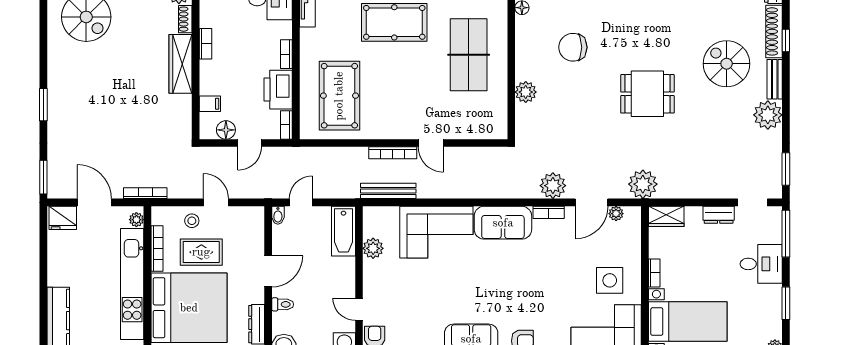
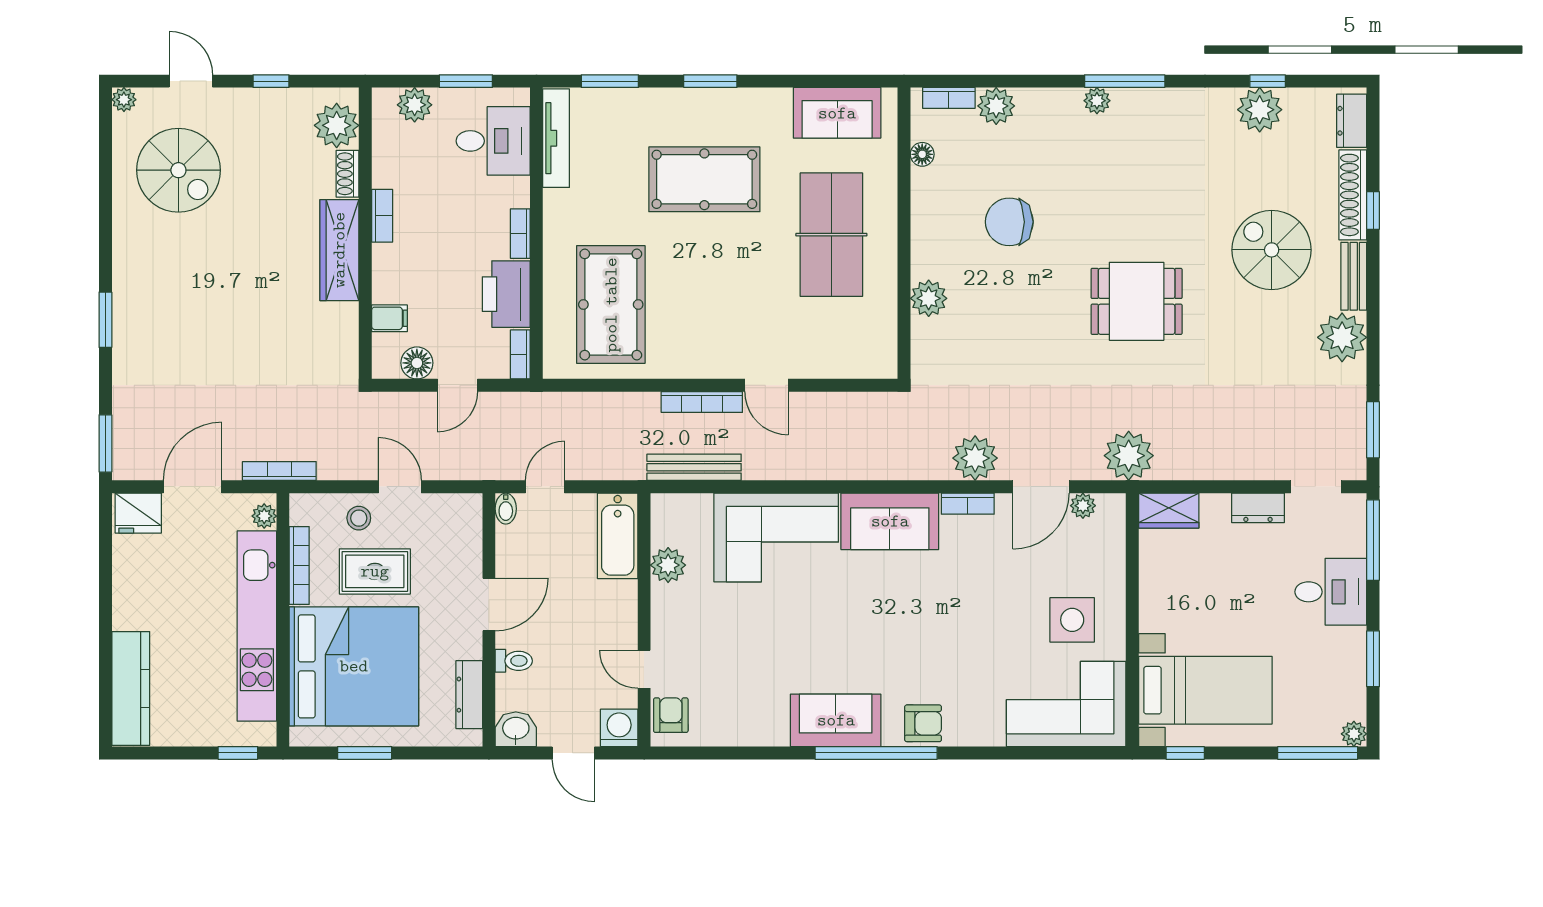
door: (94, 202) -> (192, 487), hinge flipped
bookcase: (654, 273) -> (1148, 607), removed

